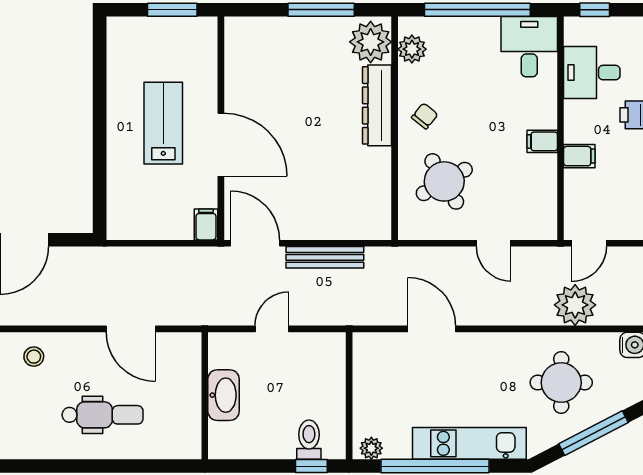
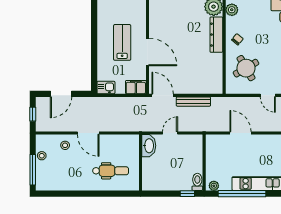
kitchen sink: (126, 225) -> (106, 88), added
filing cabinet: (206, 225) -> (136, 87), width x2.00
door: (131, 329) -> (88, 133), moved
washbasin: (224, 395) -> (149, 146), moved
dental chair: (103, 415) -> (111, 171), moved
toilet: (309, 440) -> (197, 182), moved

